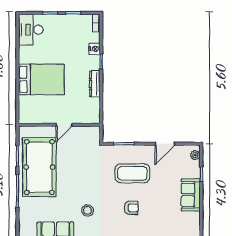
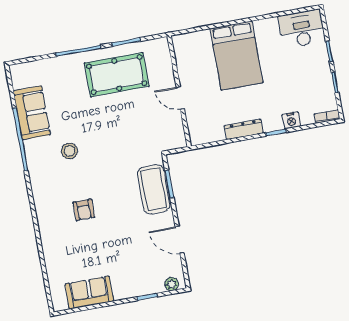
pool table: (39, 167) -> (117, 75), width x0.73, depth x0.76
coffee table: (132, 173) -> (154, 189), moved
sofa: (191, 195) -> (89, 293), moved

